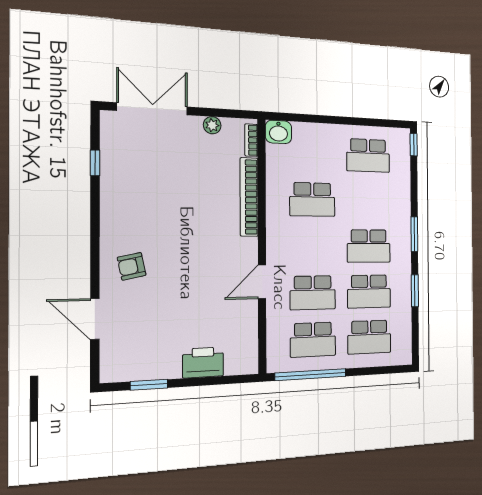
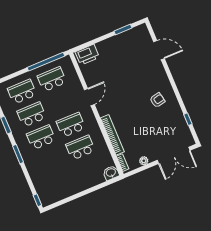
school desk: (368, 156) -> (60, 183), removed
armchair: (132, 266) -> (157, 100), moved
school desk: (313, 293) -> (71, 125), moved
printer: (203, 362) -> (87, 55), moved

